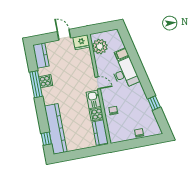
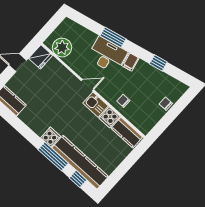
filing cabinet: (122, 54) -> (130, 62), moved
window: (137, 65) -> (113, 37), added
cooker: (46, 81) -> (51, 137), moved
window: (36, 84) -> (53, 156), moved

